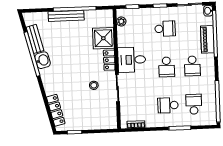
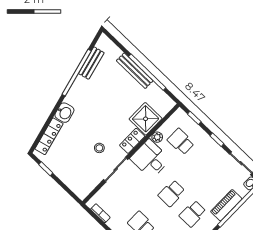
plant: (121, 21) -> (157, 137), moved
school desk: (165, 29) -> (181, 142), moved, turned 180
washbasin: (43, 60) -> (64, 113), moved

